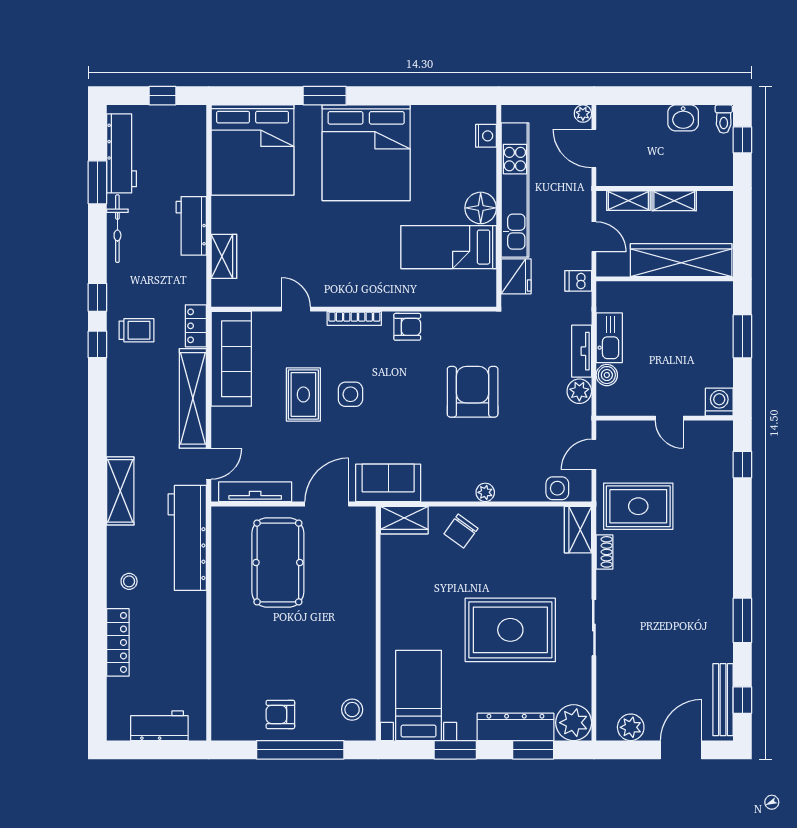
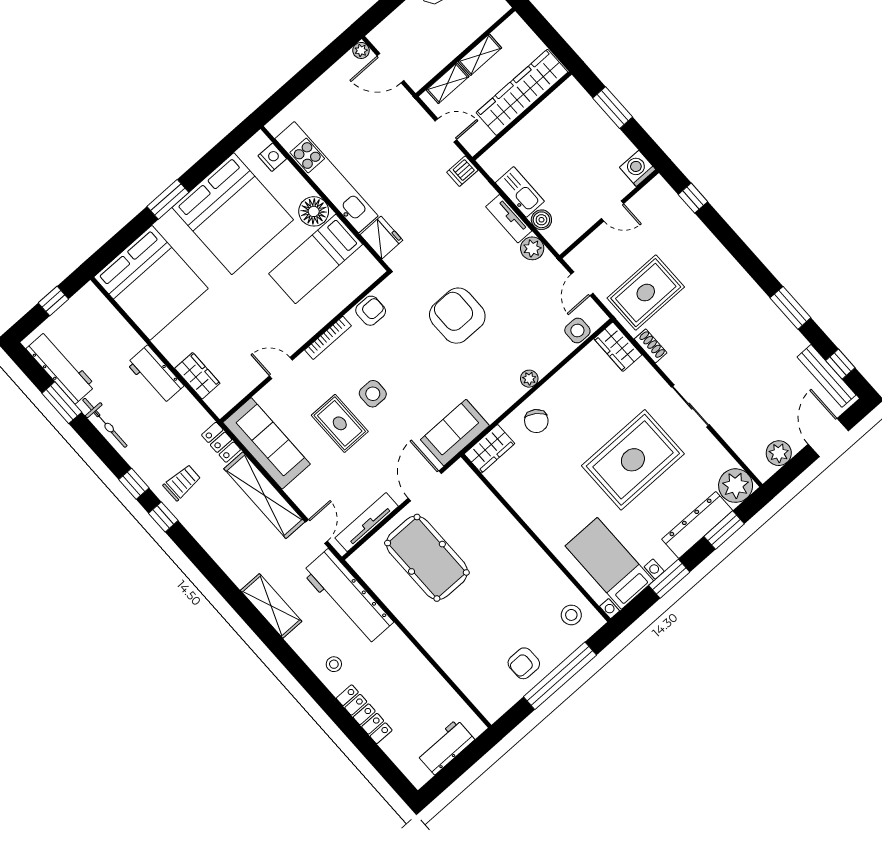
nightstand: (486, 136) -> (272, 157), moved
kitchen unit: (515, 190) -> (327, 177), moved
wall: (499, 206) -> (325, 199), moved
floor lamp: (481, 208) -> (314, 211), moved
bed: (449, 247) -> (316, 259), moved
fridge: (516, 276) -> (381, 238), moved

